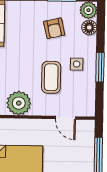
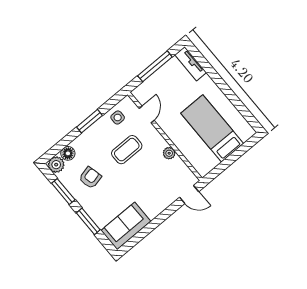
side table: (77, 64) -> (118, 117), moved
plant: (19, 103) -> (169, 153), width x0.53, depth x0.53

